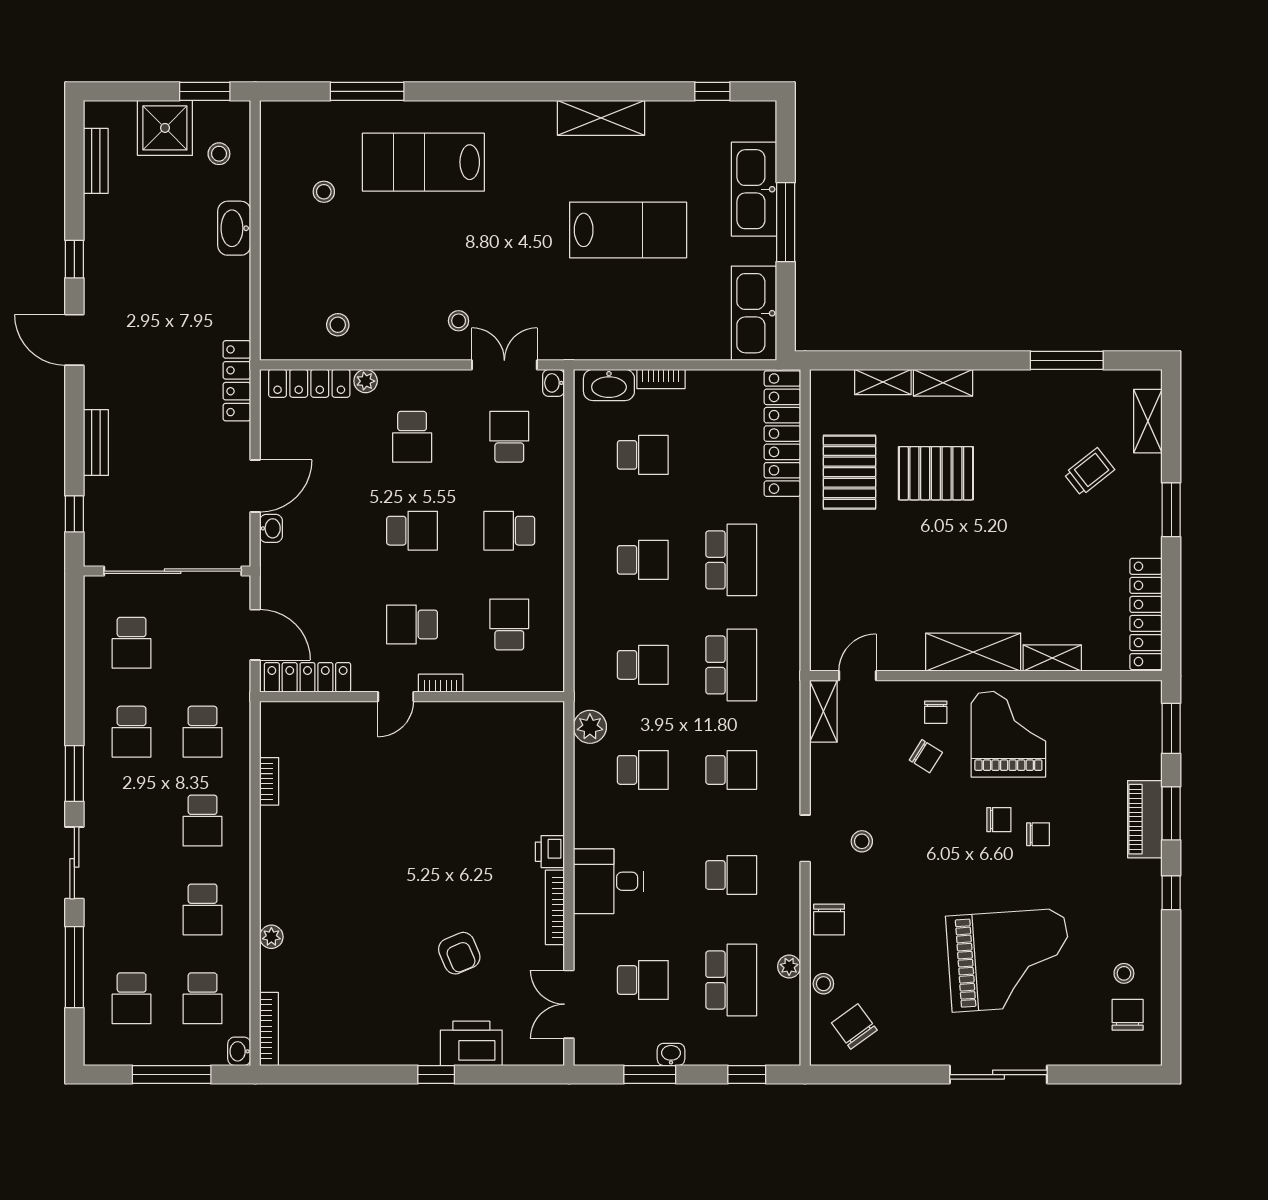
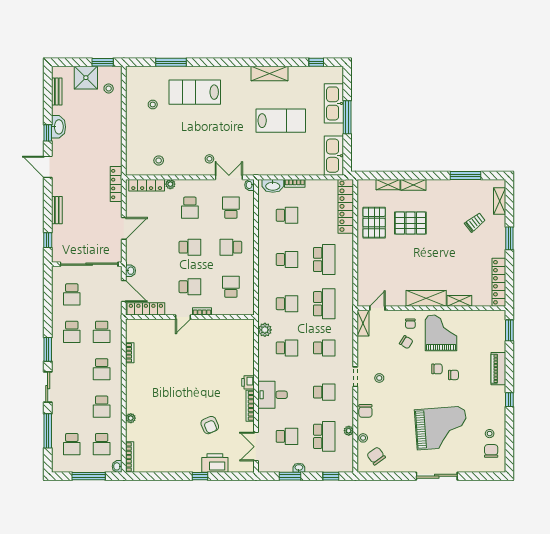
washbasin: (234, 228) -> (58, 127), moved, turned 180
washbasin: (271, 528) -> (131, 271), moved
school desk: (412, 625) -> (190, 287), turned 180
window: (1171, 813) -> (509, 366), removed

